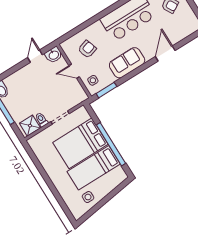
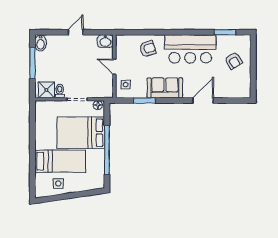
armchair: (87, 49) -> (148, 49), moved
door: (35, 56) -> (76, 32), moved
window: (106, 90) -> (144, 100), moved
floor lamp: (80, 112) -> (98, 105), added
bed: (94, 168) -> (60, 161), moved, turned 180

